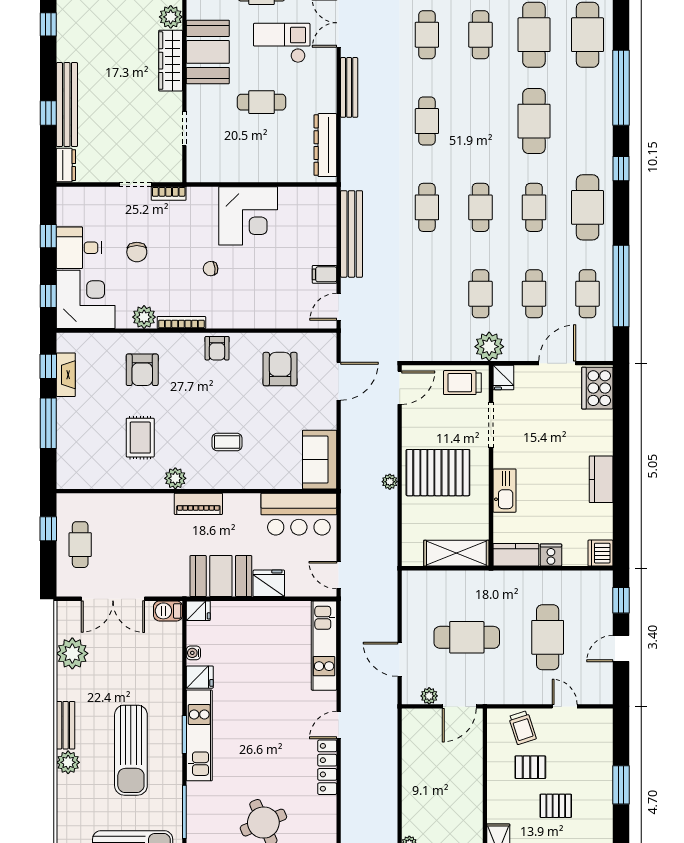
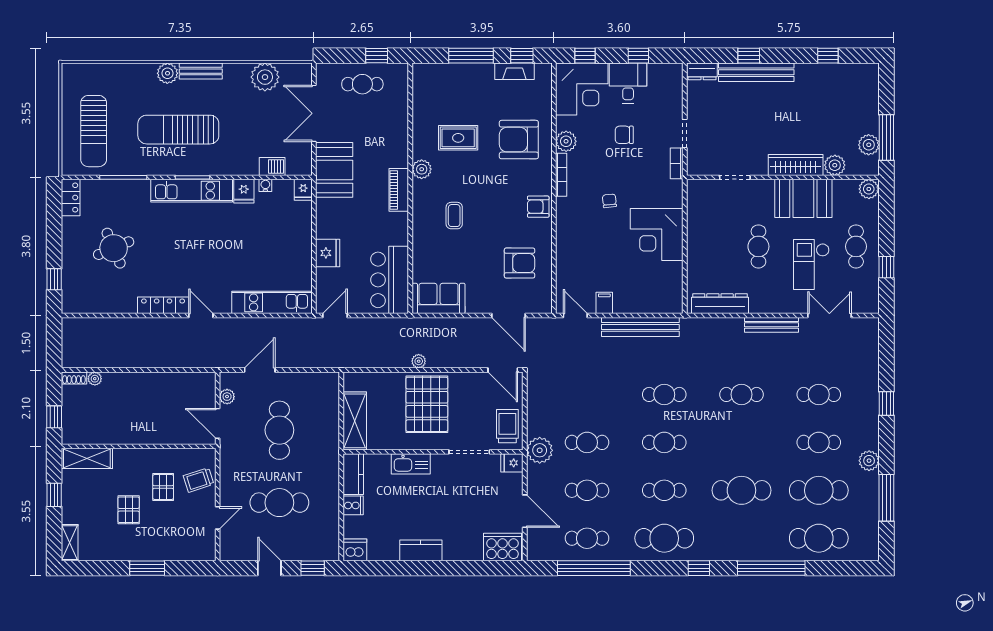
checkout: (282, 43) -> (811, 265), turned 180
armchair: (142, 370) -> (519, 140), width x1.36, depth x1.36
booth: (221, 576) -> (334, 170), moved
barbecue: (168, 611) -> (272, 166), moved, turned 90

